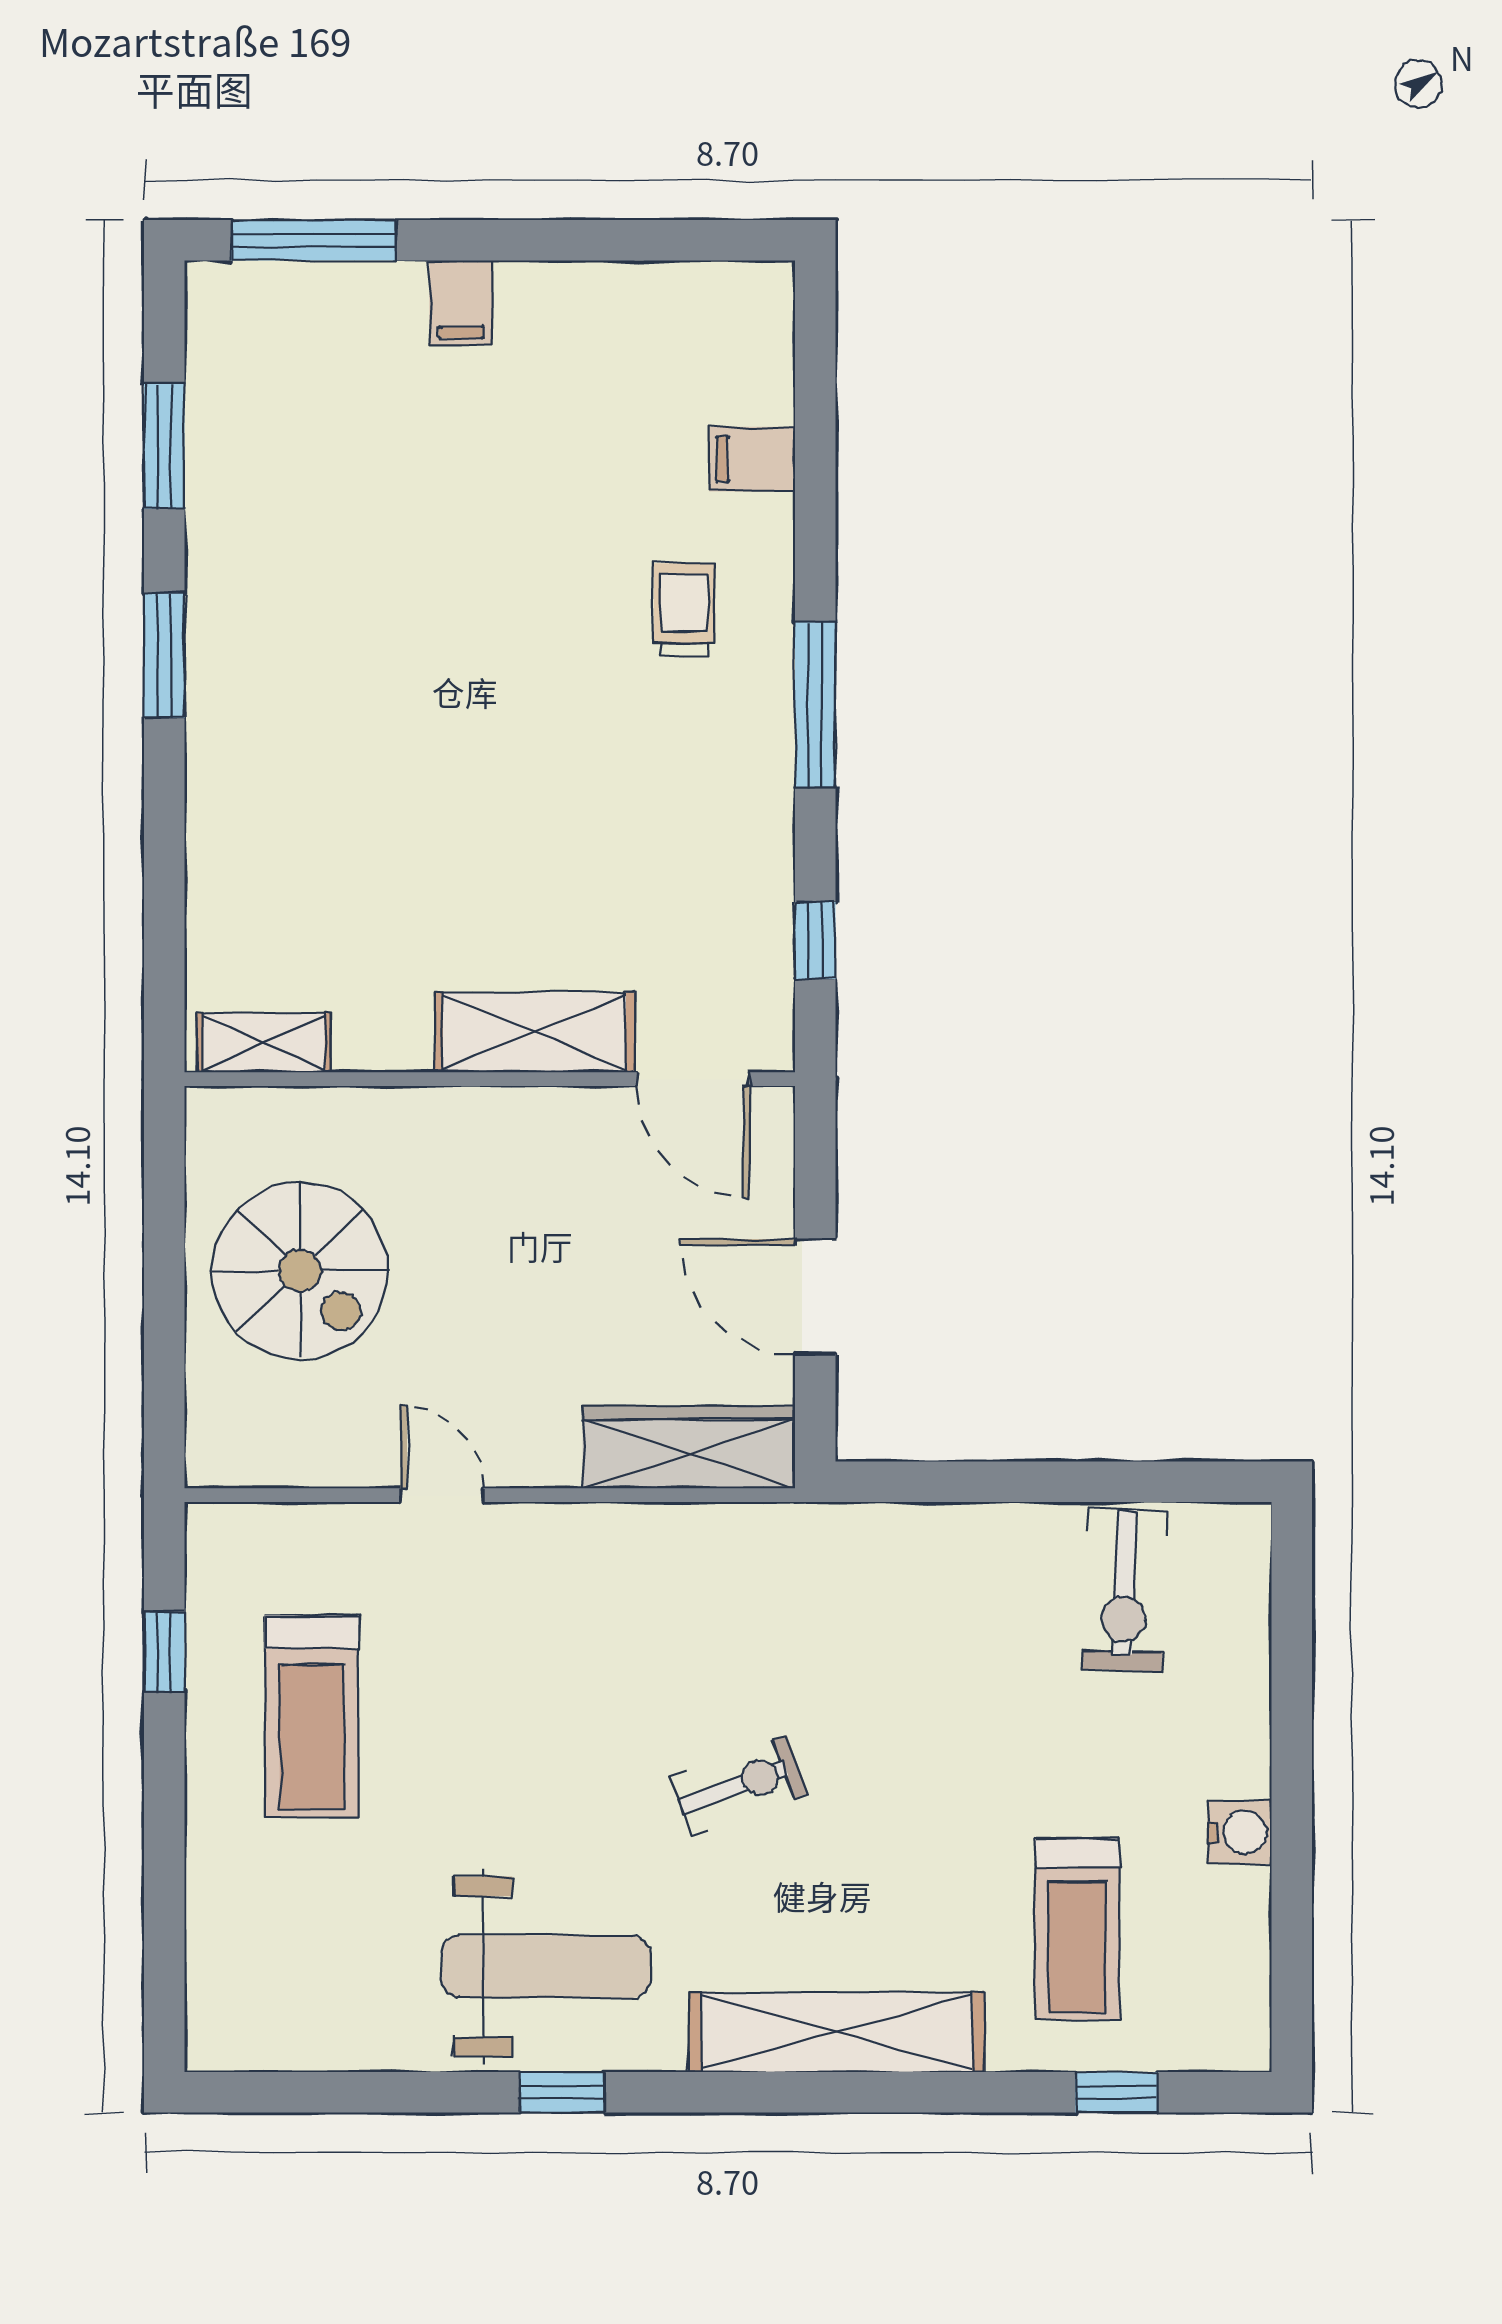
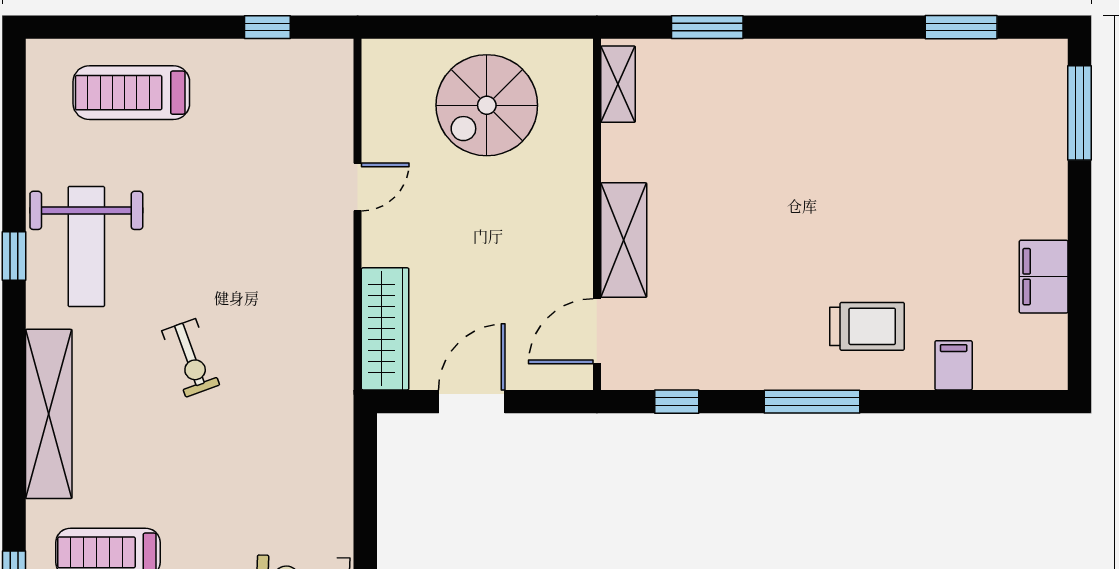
filing cabinet: (461, 303) -> (1044, 277), moved, width x2.00
trolley: (684, 610) -> (867, 326), width x1.36, depth x1.39
window: (164, 656) -> (707, 27), moved
treadmill: (312, 1717) -> (131, 93), moved

